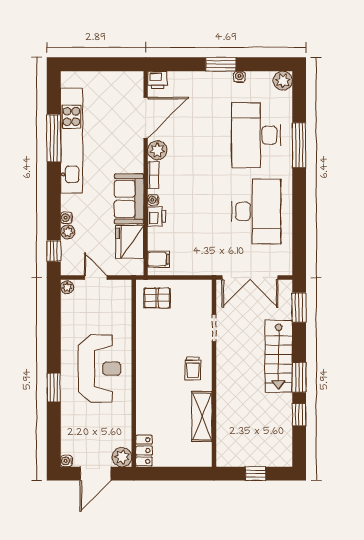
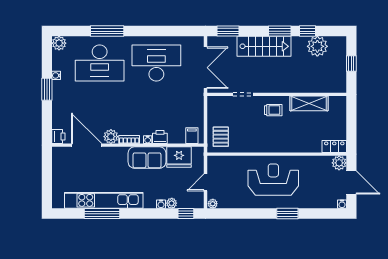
plant: (279, 428) -> (317, 46), added

